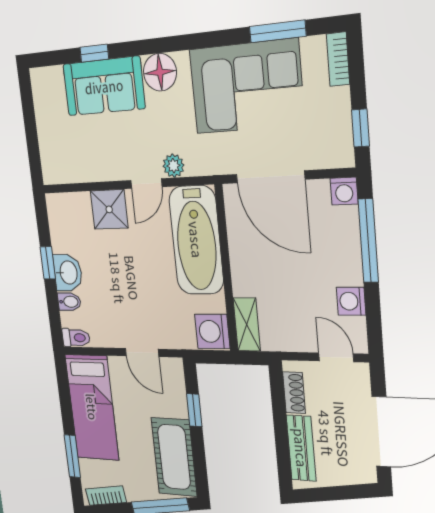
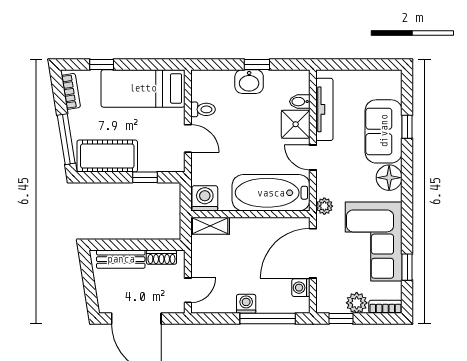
window: (278, 31) -> (407, 267), width x0.67
plant: (335, 105) -> (357, 303), added
plant: (173, 166) -> (324, 206), moved
tv unit: (87, 171) -> (324, 109), added
washing machine: (344, 191) -> (301, 288), moved
washing machine: (351, 301) -> (246, 304), moved
bidet: (69, 302) -> (300, 102), moved, turned 90
toilet: (76, 338) -> (203, 109), moved, turned -90
door: (142, 353) -> (188, 138), swing flipped
window: (72, 456) -> (102, 65), width x0.67

